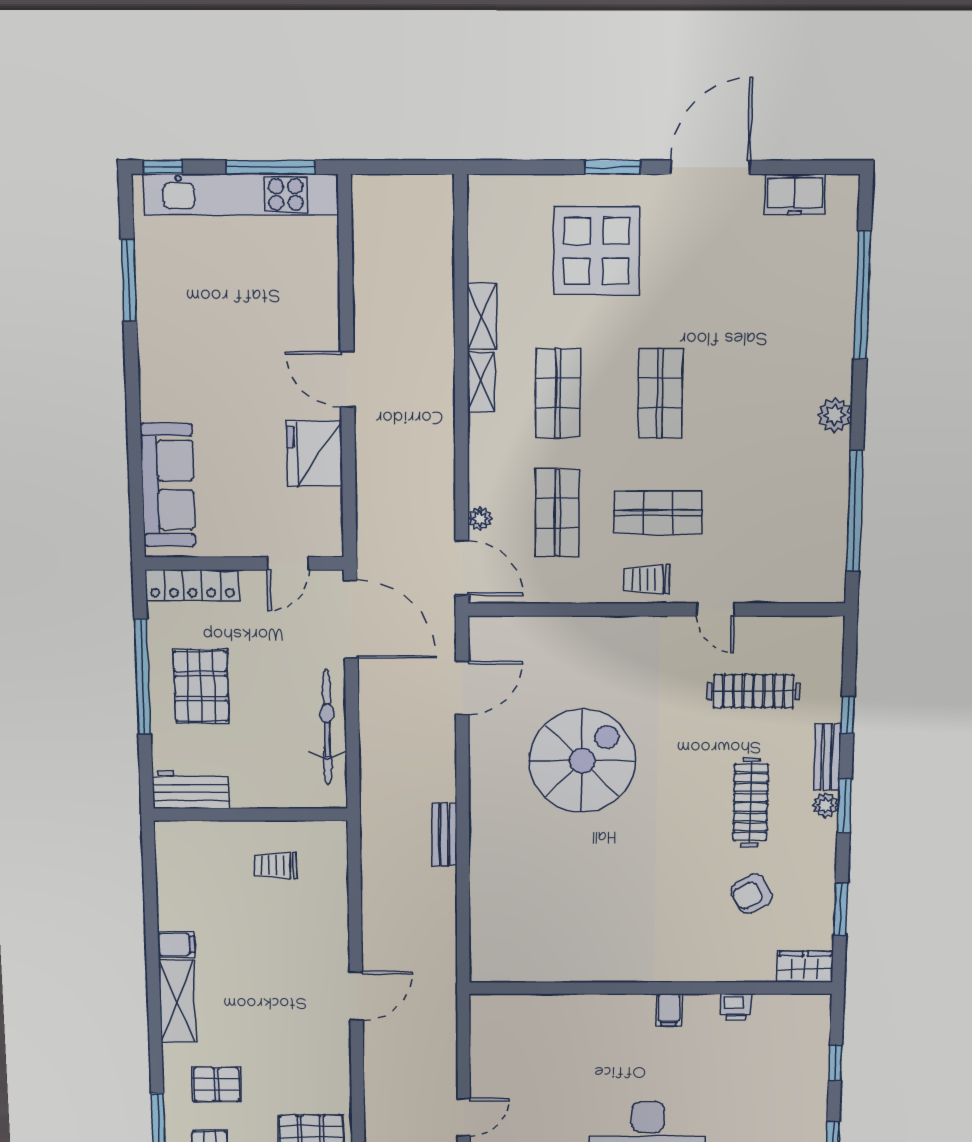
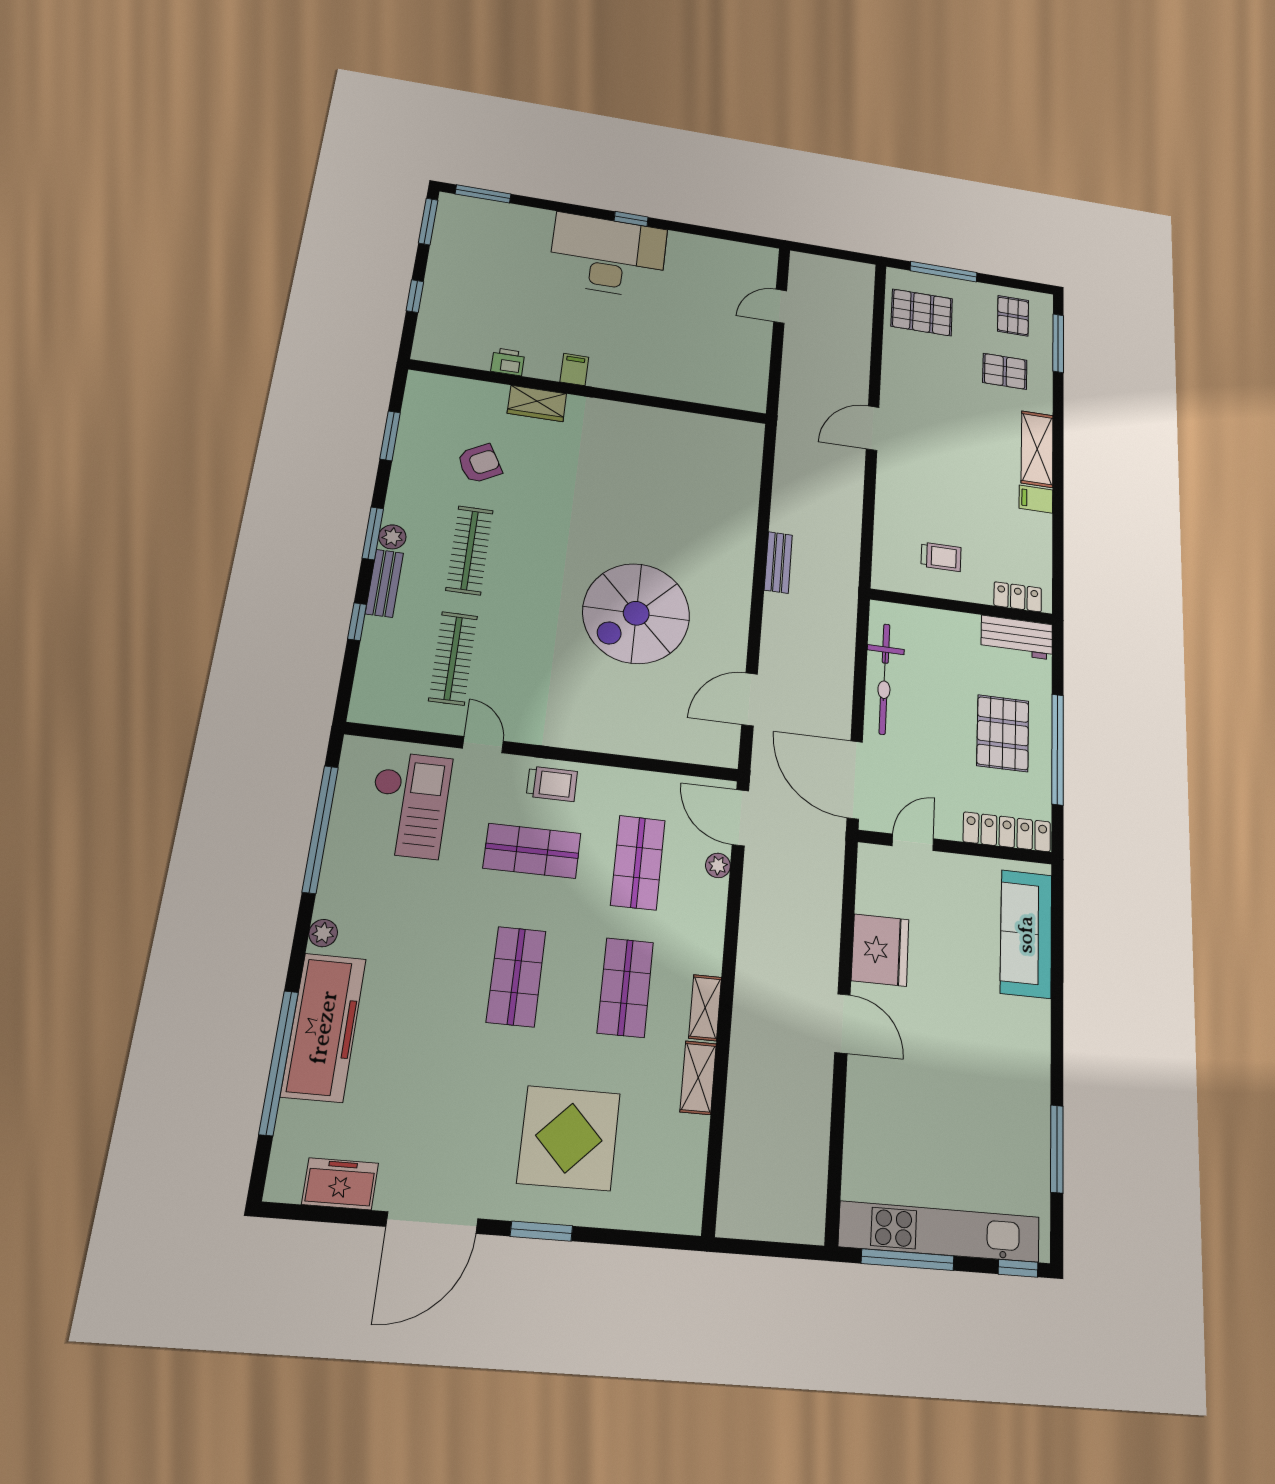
freezer: (827, 330) -> (324, 1027), added
plant: (835, 415) -> (323, 933), width x0.73, depth x0.73
checkout: (778, 543) -> (409, 805), added
clothes rail: (753, 691) -> (453, 658), turned 90
locker: (192, 834) -> (1018, 597), added
wardrobe: (805, 967) -> (537, 403), moved

